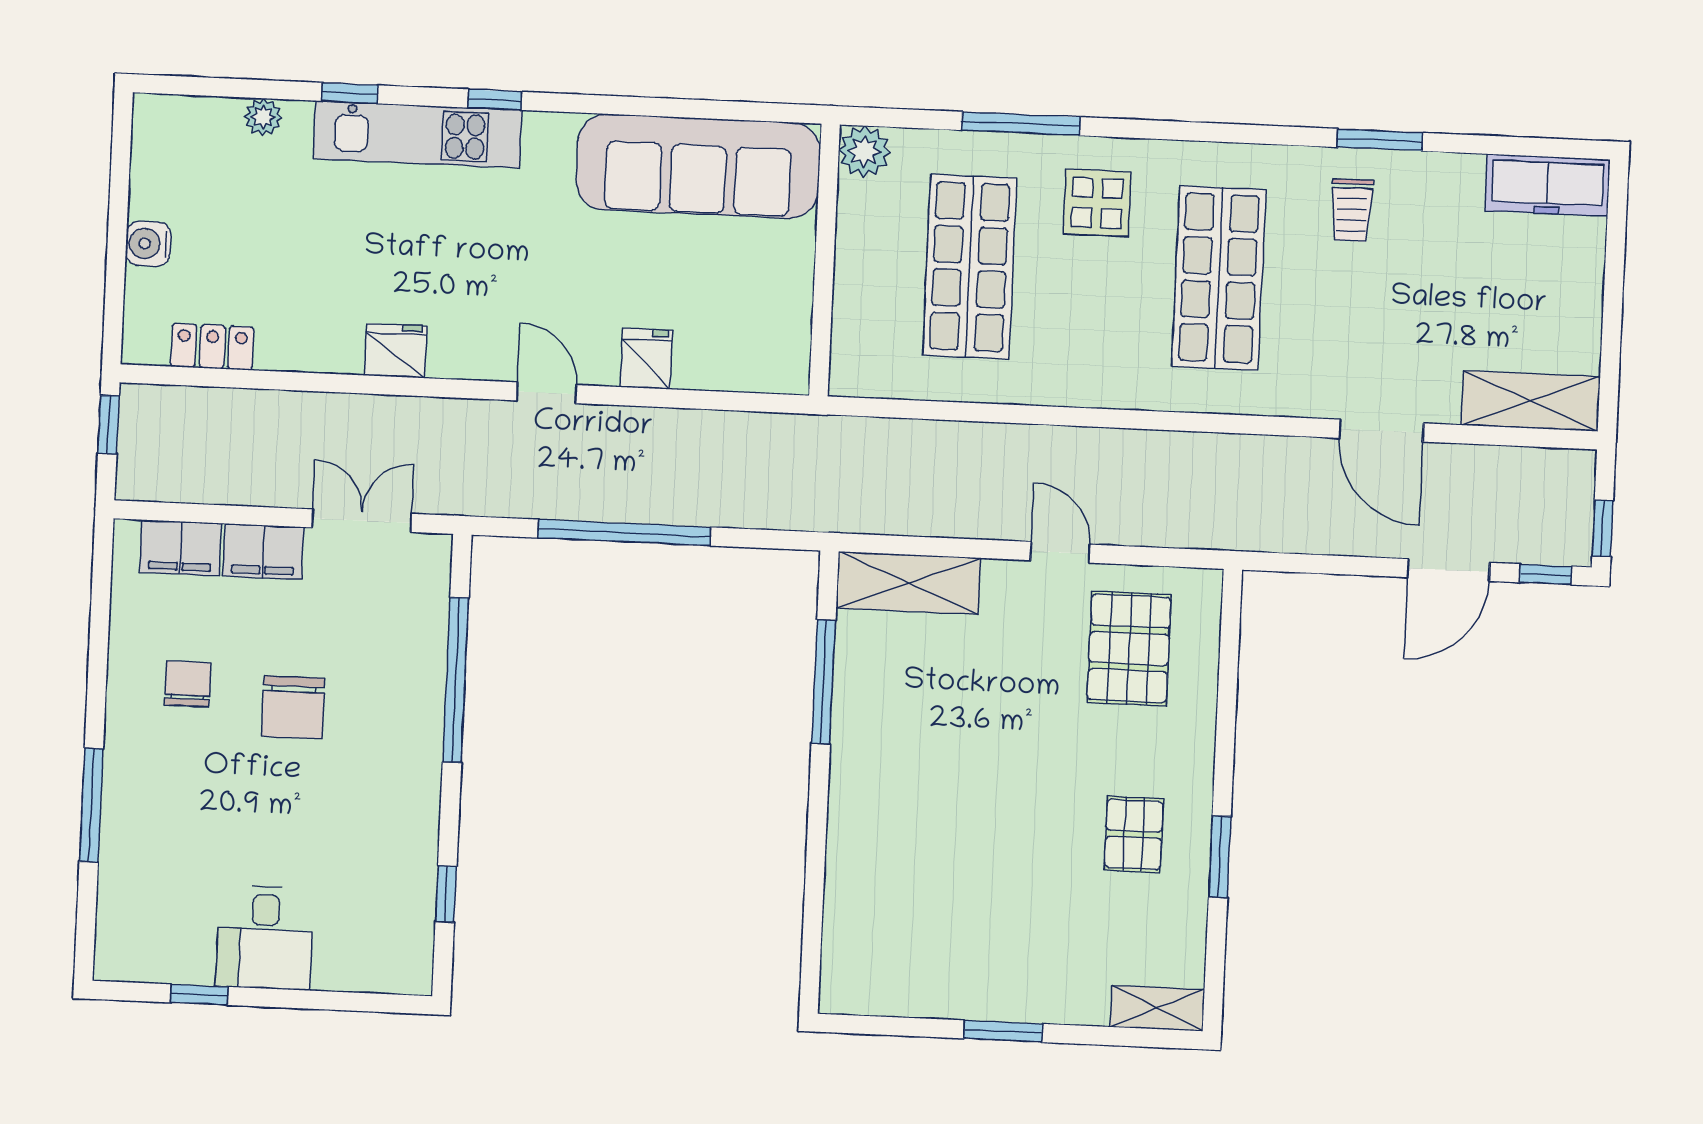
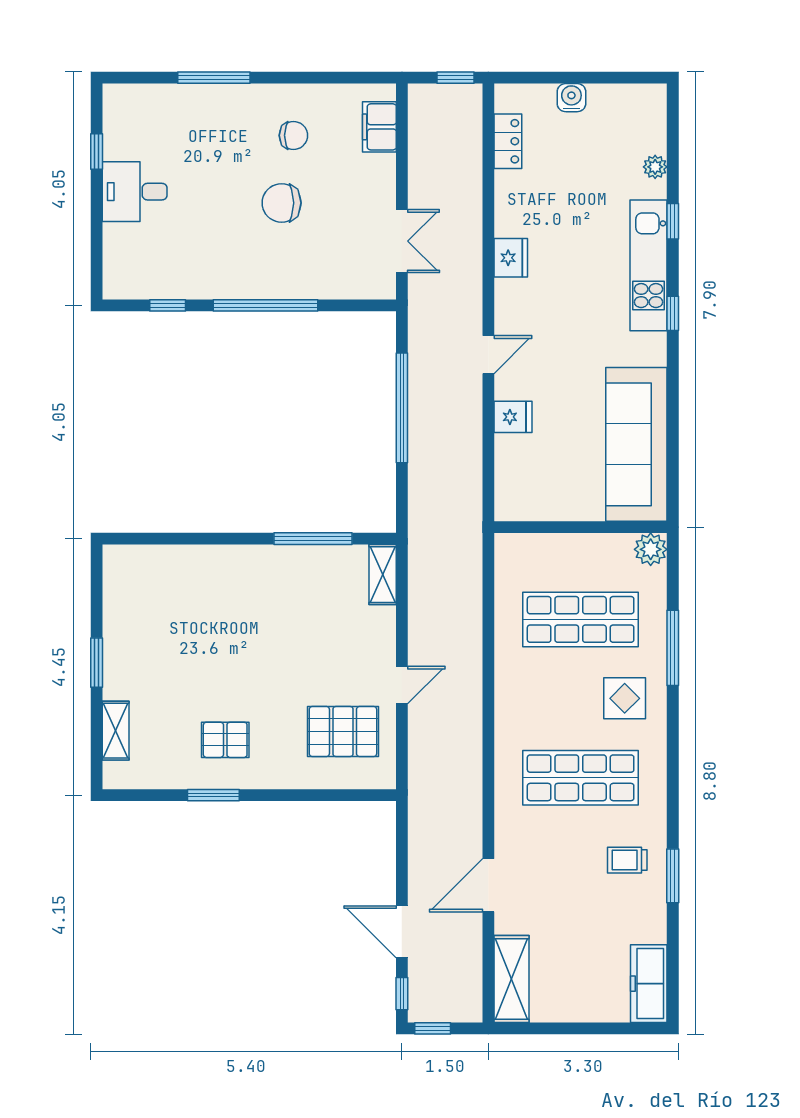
filing cabinet: (263, 552) -> (379, 179), removed
shelving: (908, 583) -> (383, 575), width x0.67, depth x0.75
window: (456, 680) -> (265, 305), moved
shelving: (1157, 1008) -> (116, 731), moved

